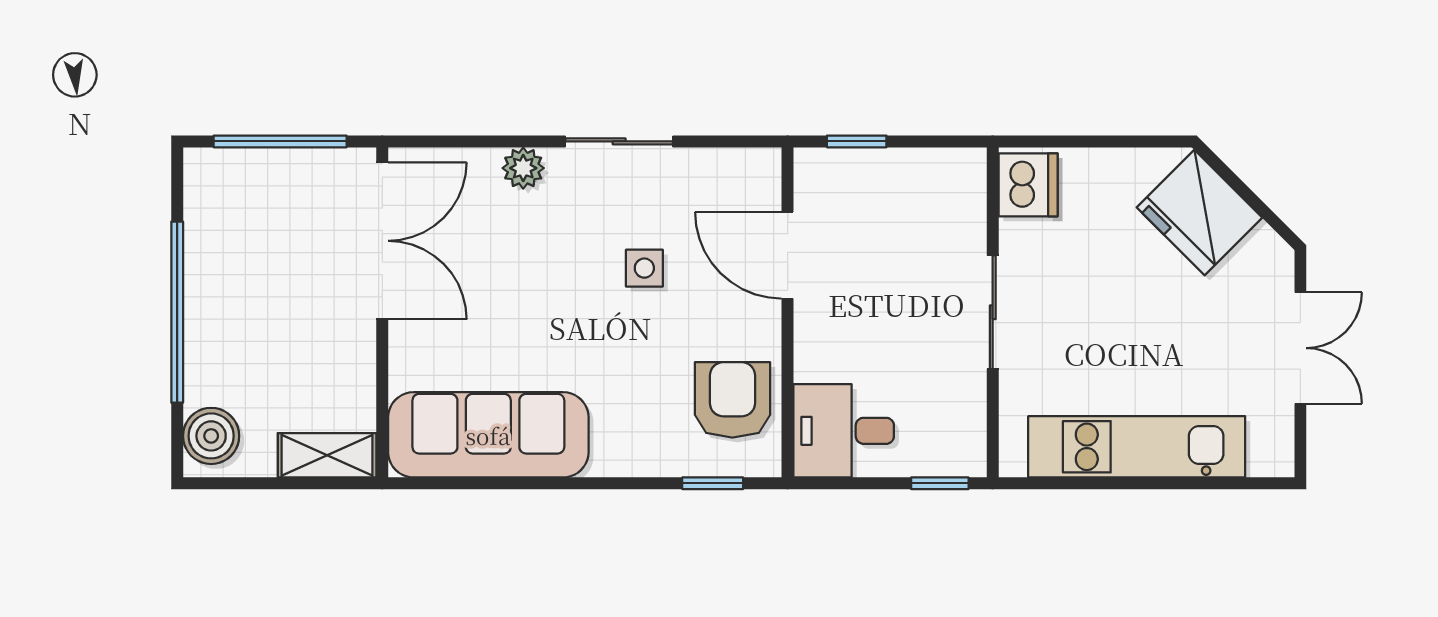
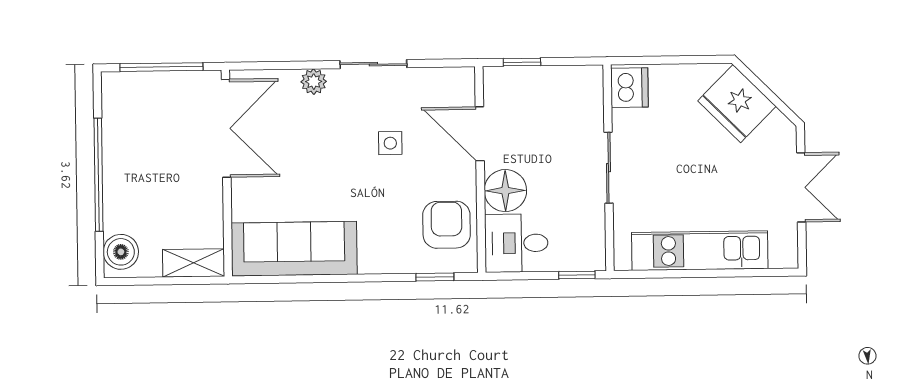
floor lamp: (827, 347) -> (505, 191), added

